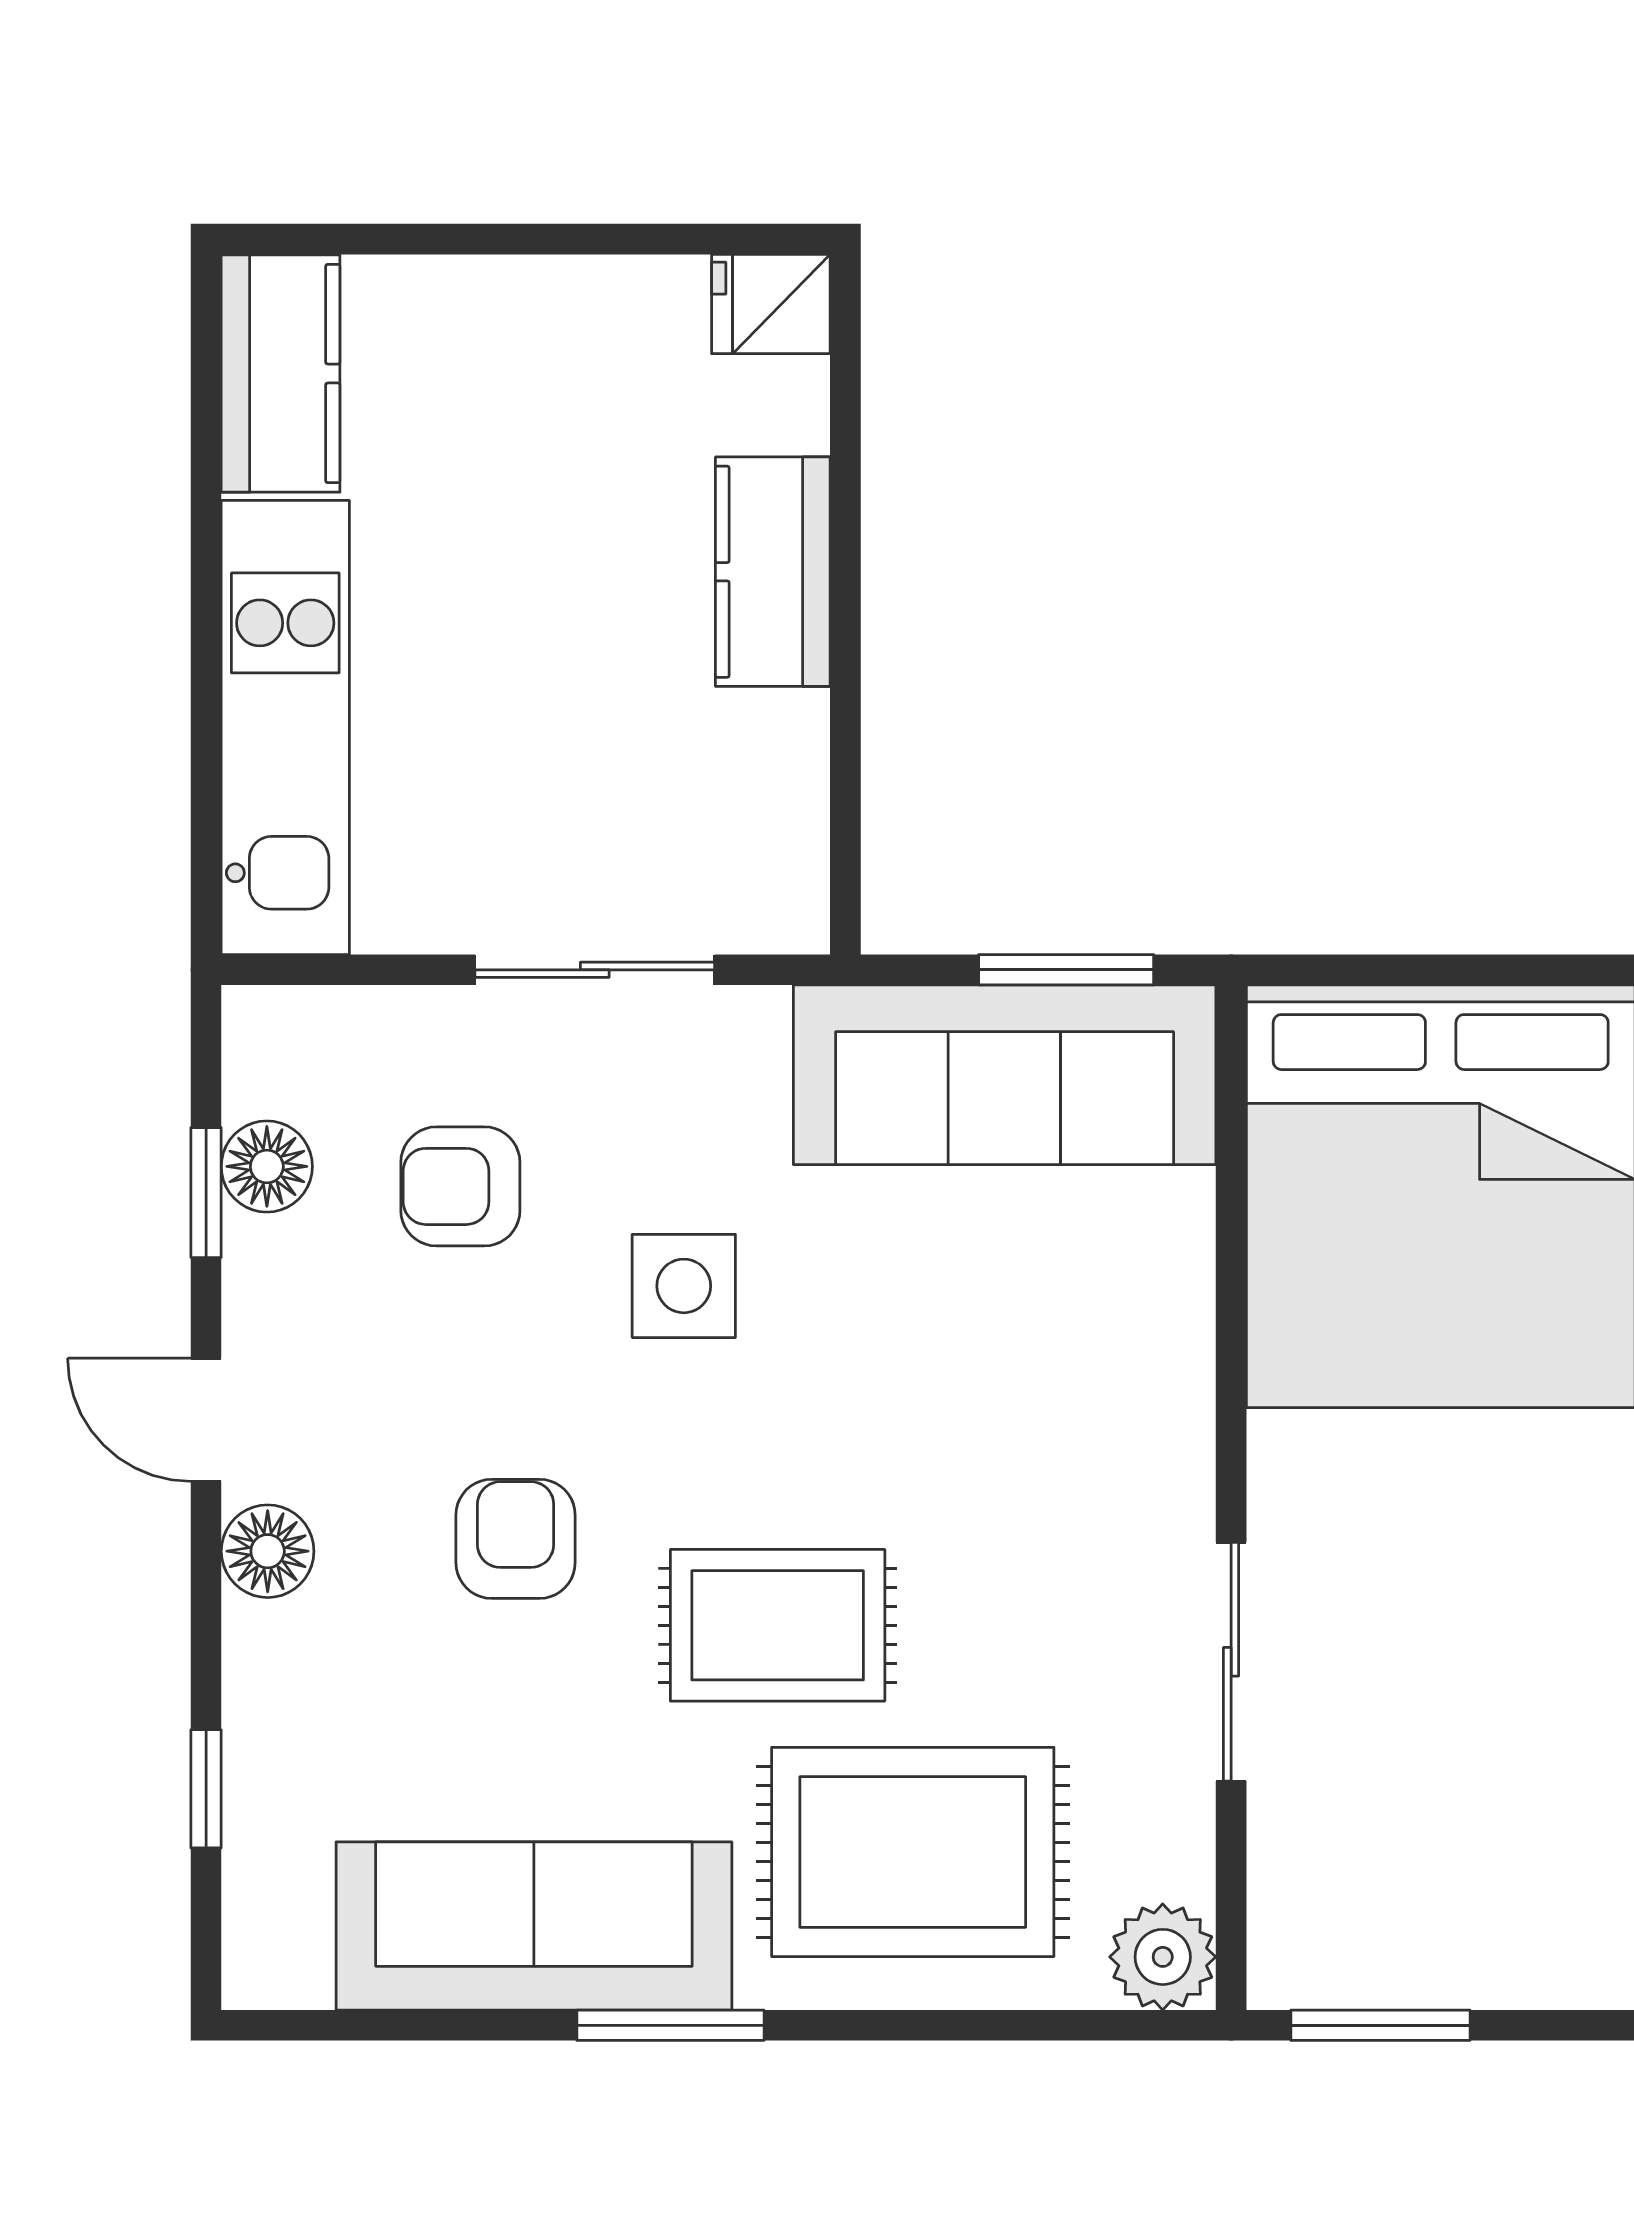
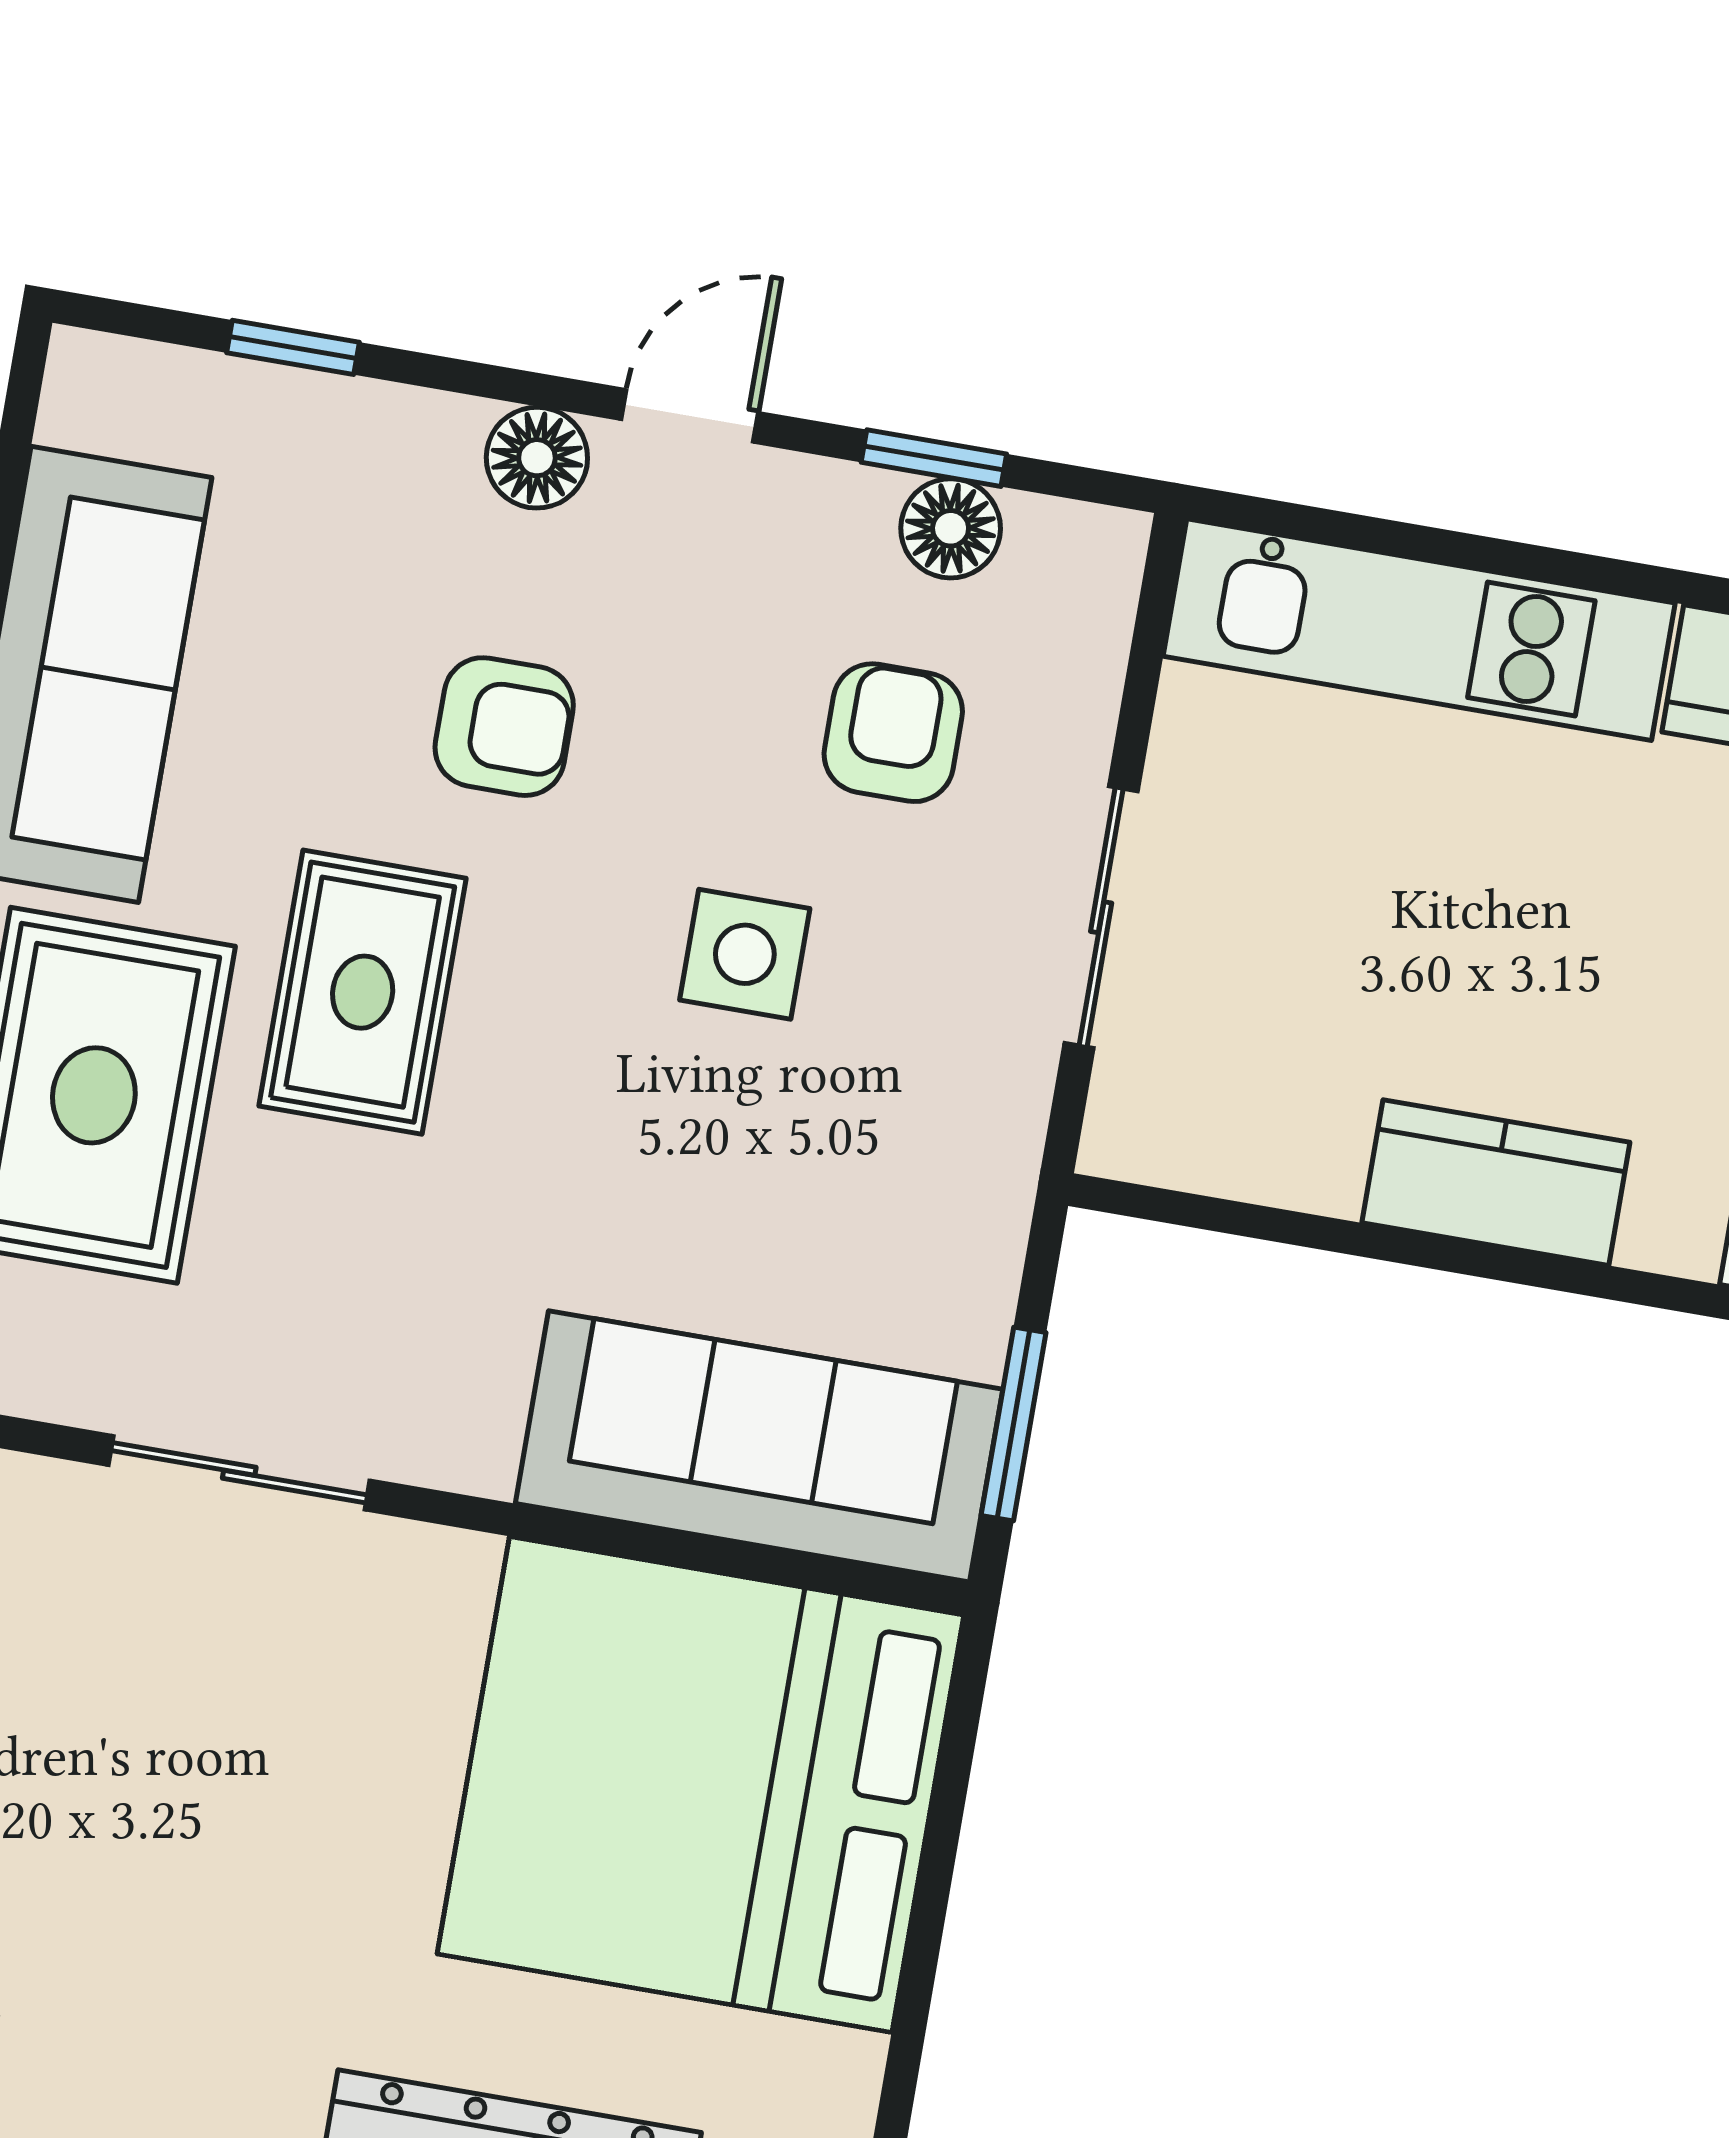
sofa: (1005, 1075) -> (759, 1446), moved, turned 90

